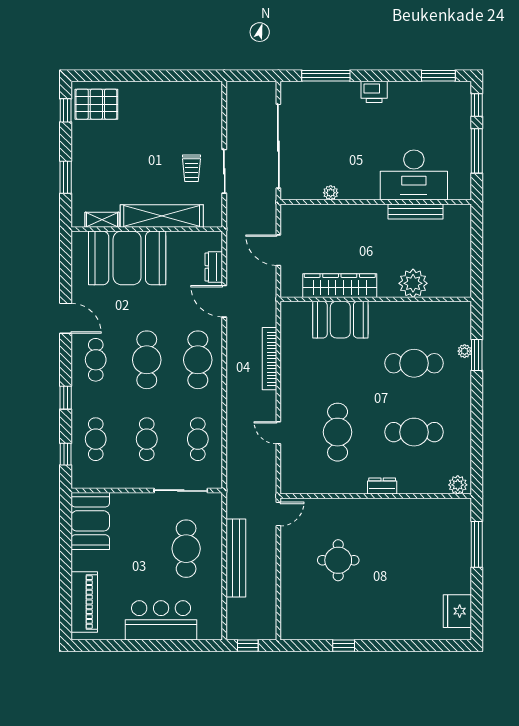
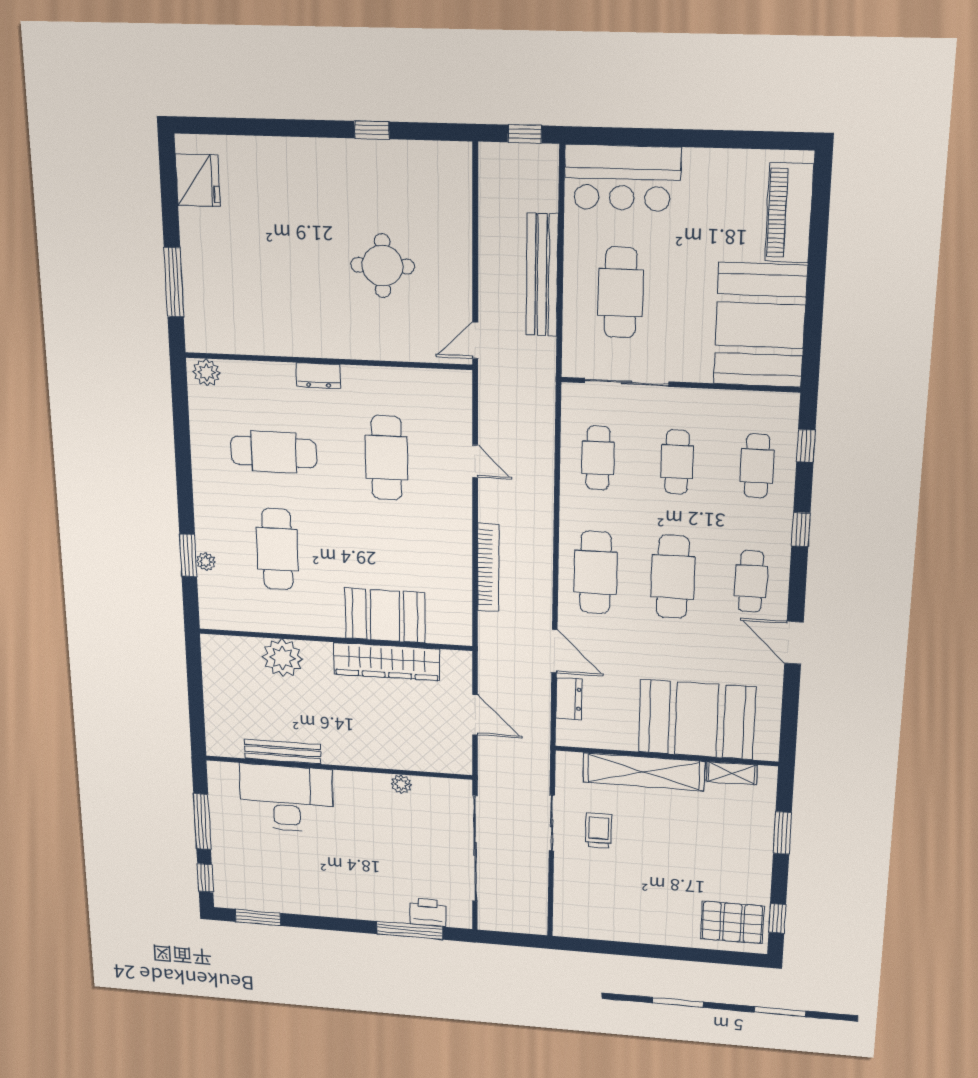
printer: (374, 92) -> (428, 912), moved
cafe table: (414, 363) -> (277, 549), turned 90
booth: (90, 521) -> (760, 325), width x1.36, depth x1.42
bar counter: (161, 620) -> (622, 178), moved

